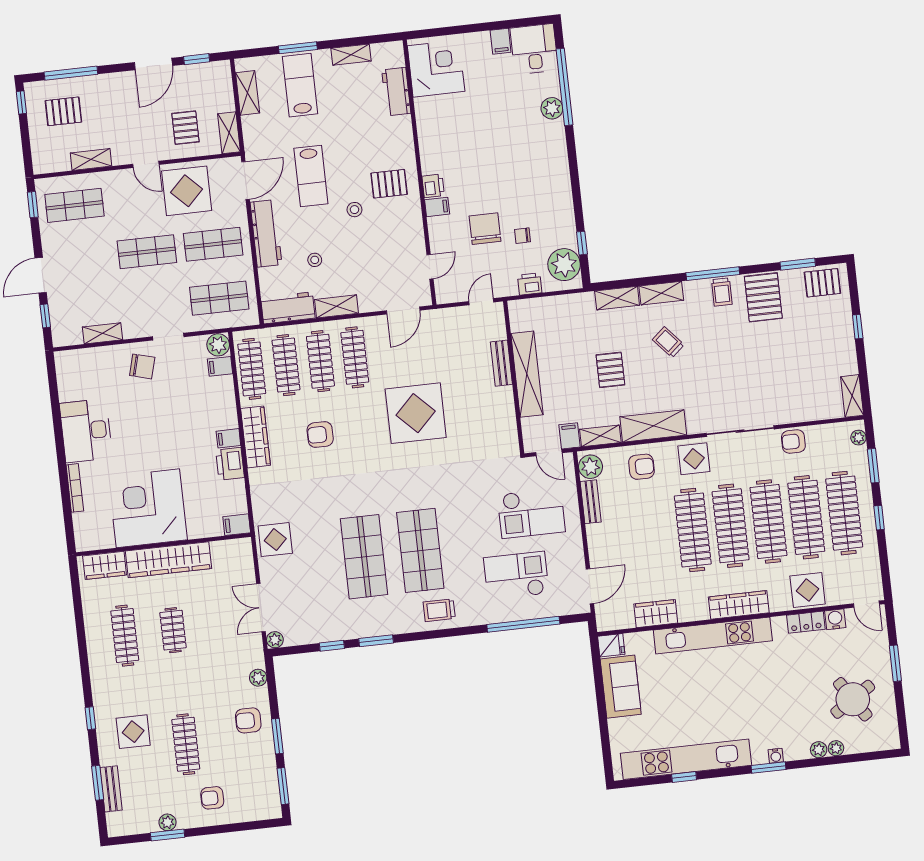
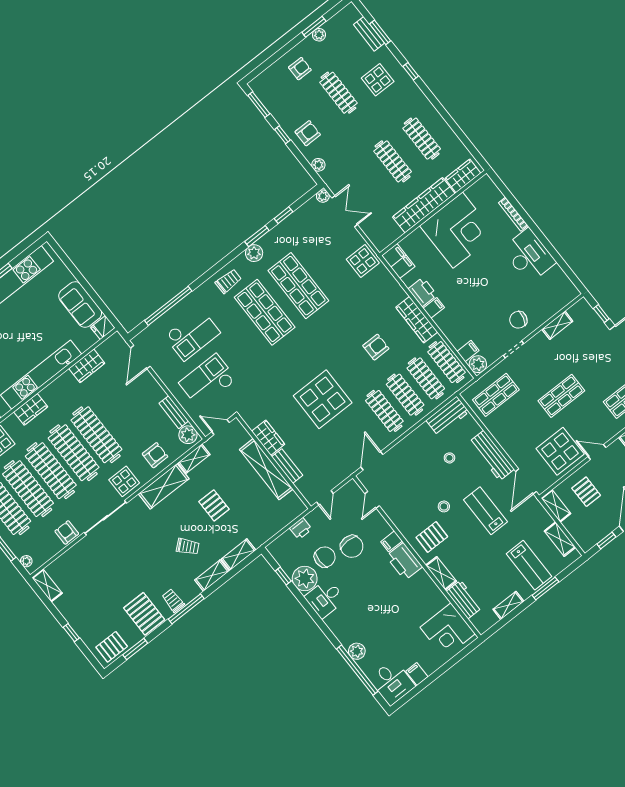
printer: (433, 186) -> (404, 561), width x1.87, depth x1.48
desk: (551, 189) -> (325, 598), added
chair: (522, 236) -> (325, 557), width x1.87, depth x1.87
shop shelf: (213, 244) -> (521, 427), removed
plant: (564, 265) -> (305, 578), moved
shelving: (337, 306) -> (441, 573), moved, turned 90
wardrobe: (503, 408) -> (268, 438), added
filing cabinet: (569, 436) -> (214, 446), removed
armchair: (793, 442) -> (67, 532), turned -90
armchair: (641, 467) -> (155, 455), turned 180
filing cabinet: (237, 525) -> (398, 261), width x2.00
wardrobe: (739, 605) -> (31, 409), width x0.67
plant: (391, 624) -> (254, 253), added
clothes rail: (173, 630) -> (393, 161), width x1.36
window: (277, 736) -> (282, 135), width x0.67

